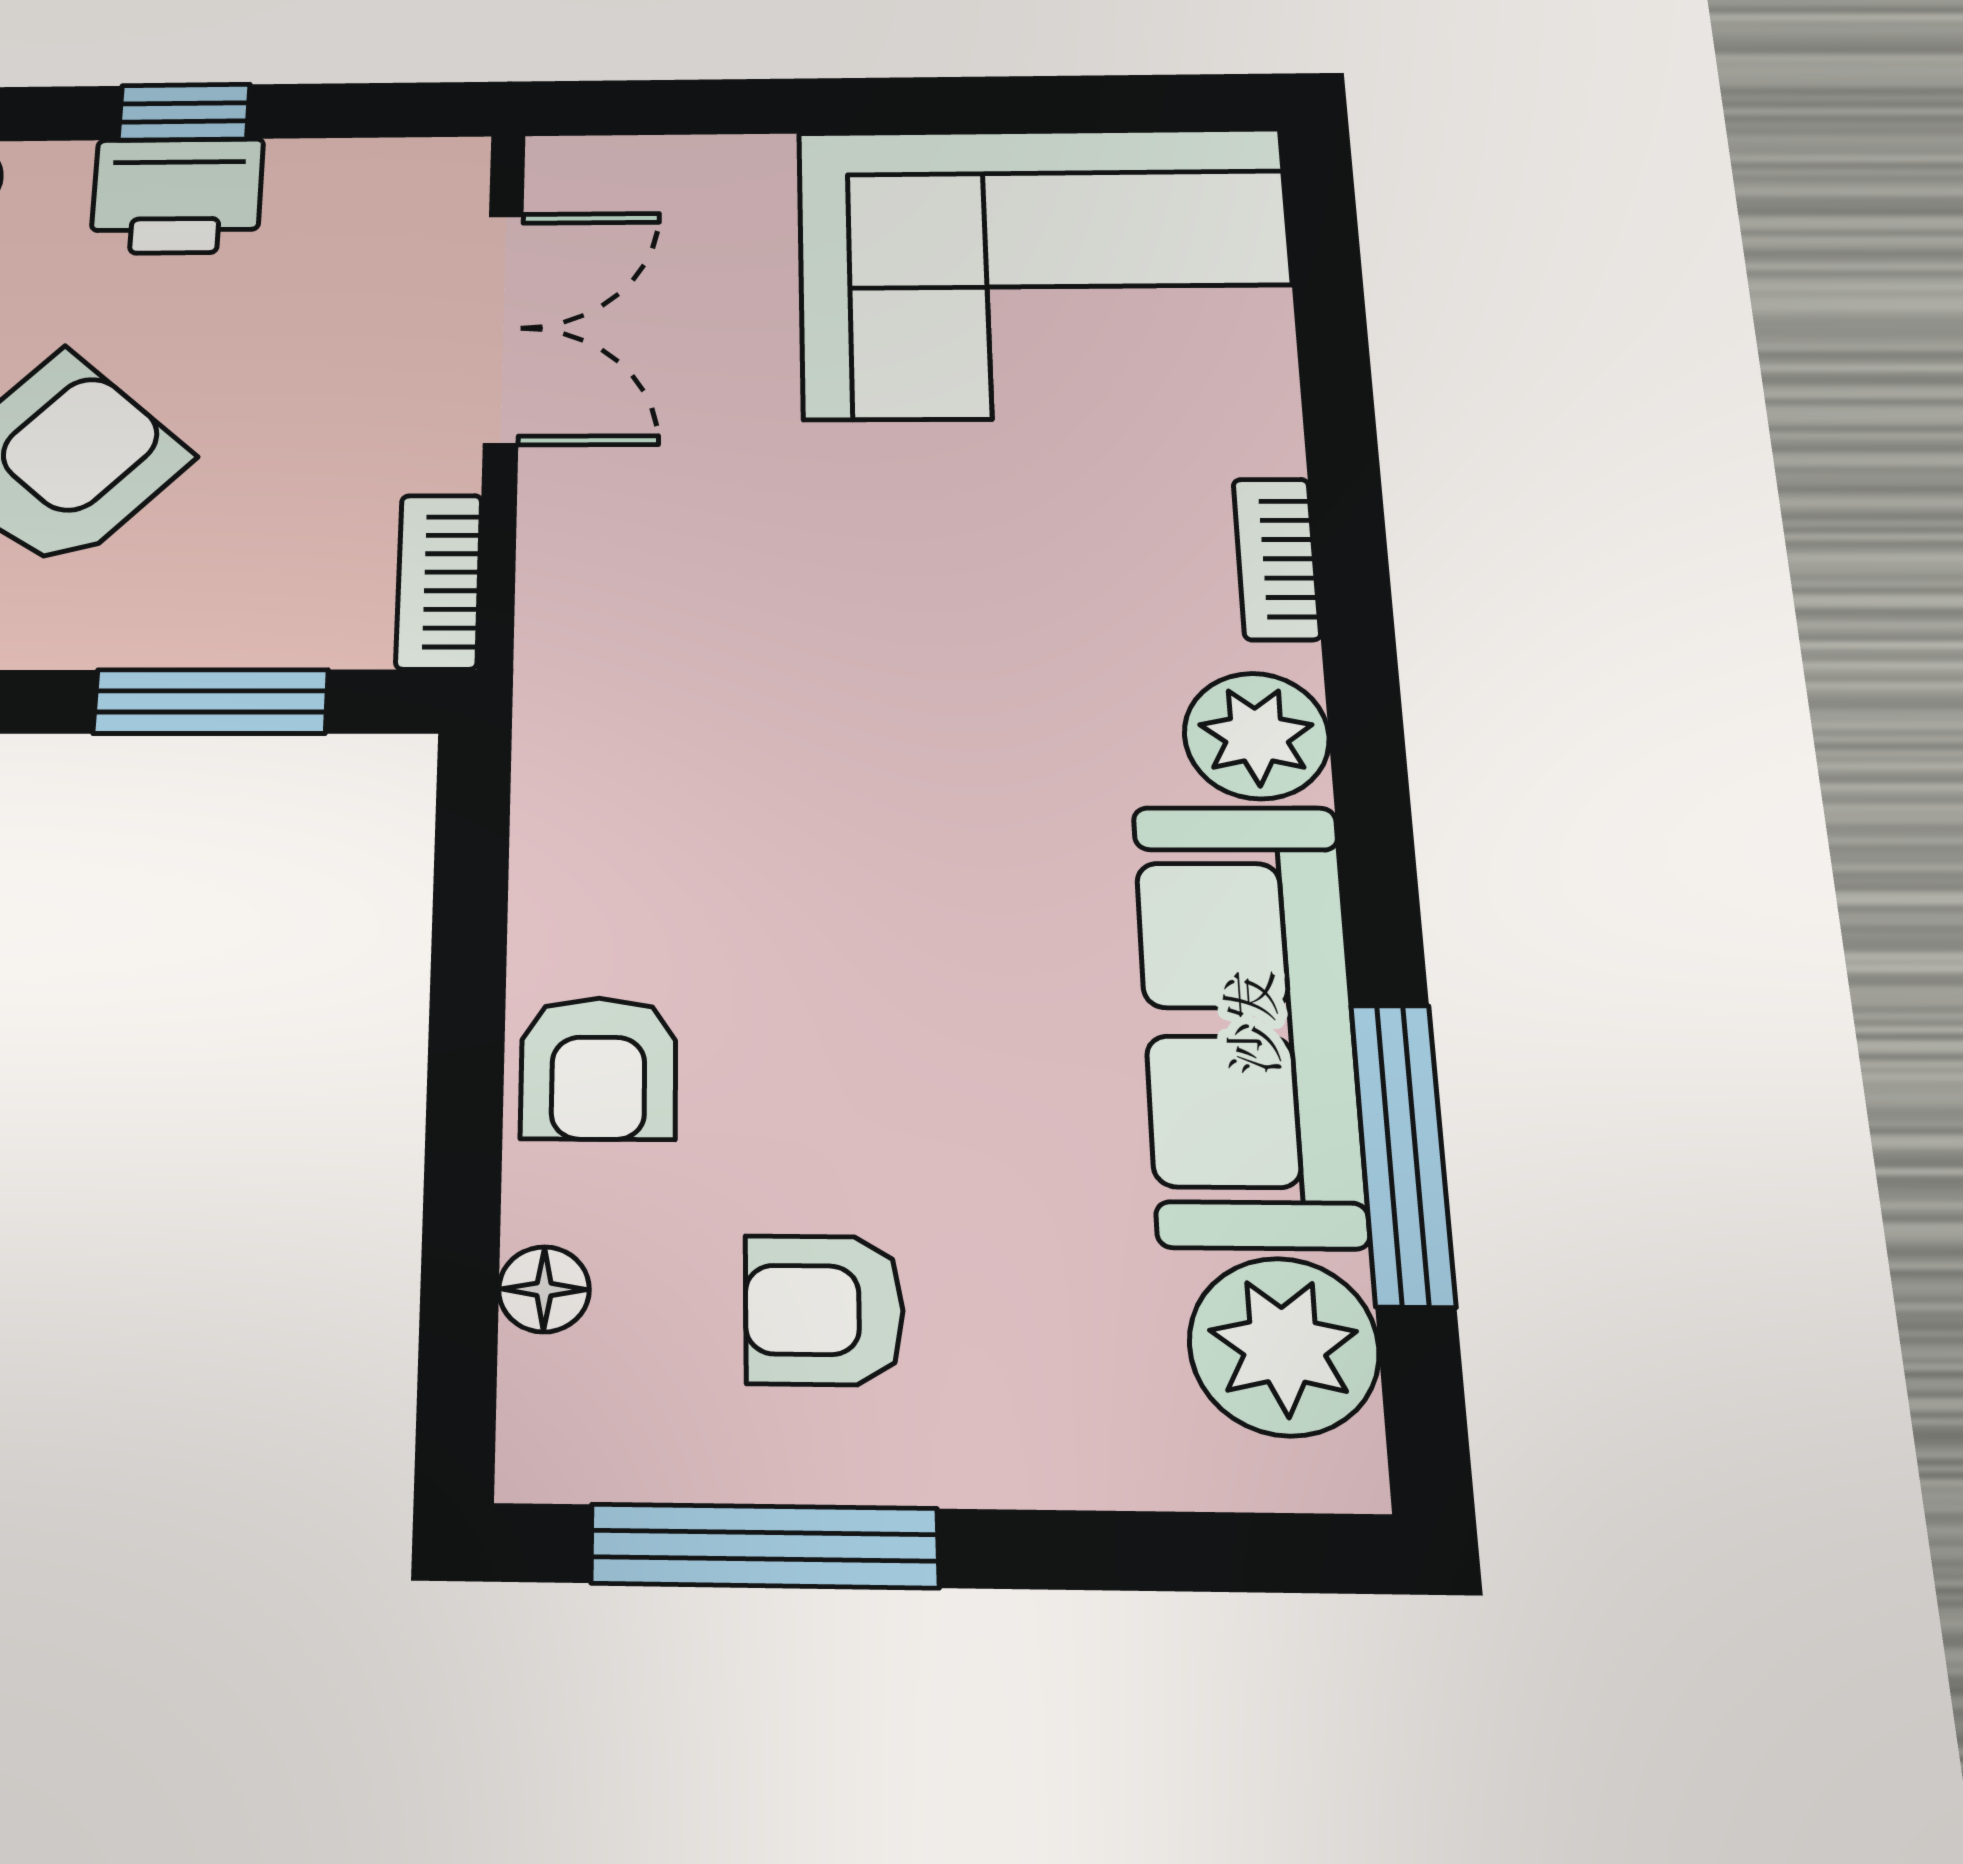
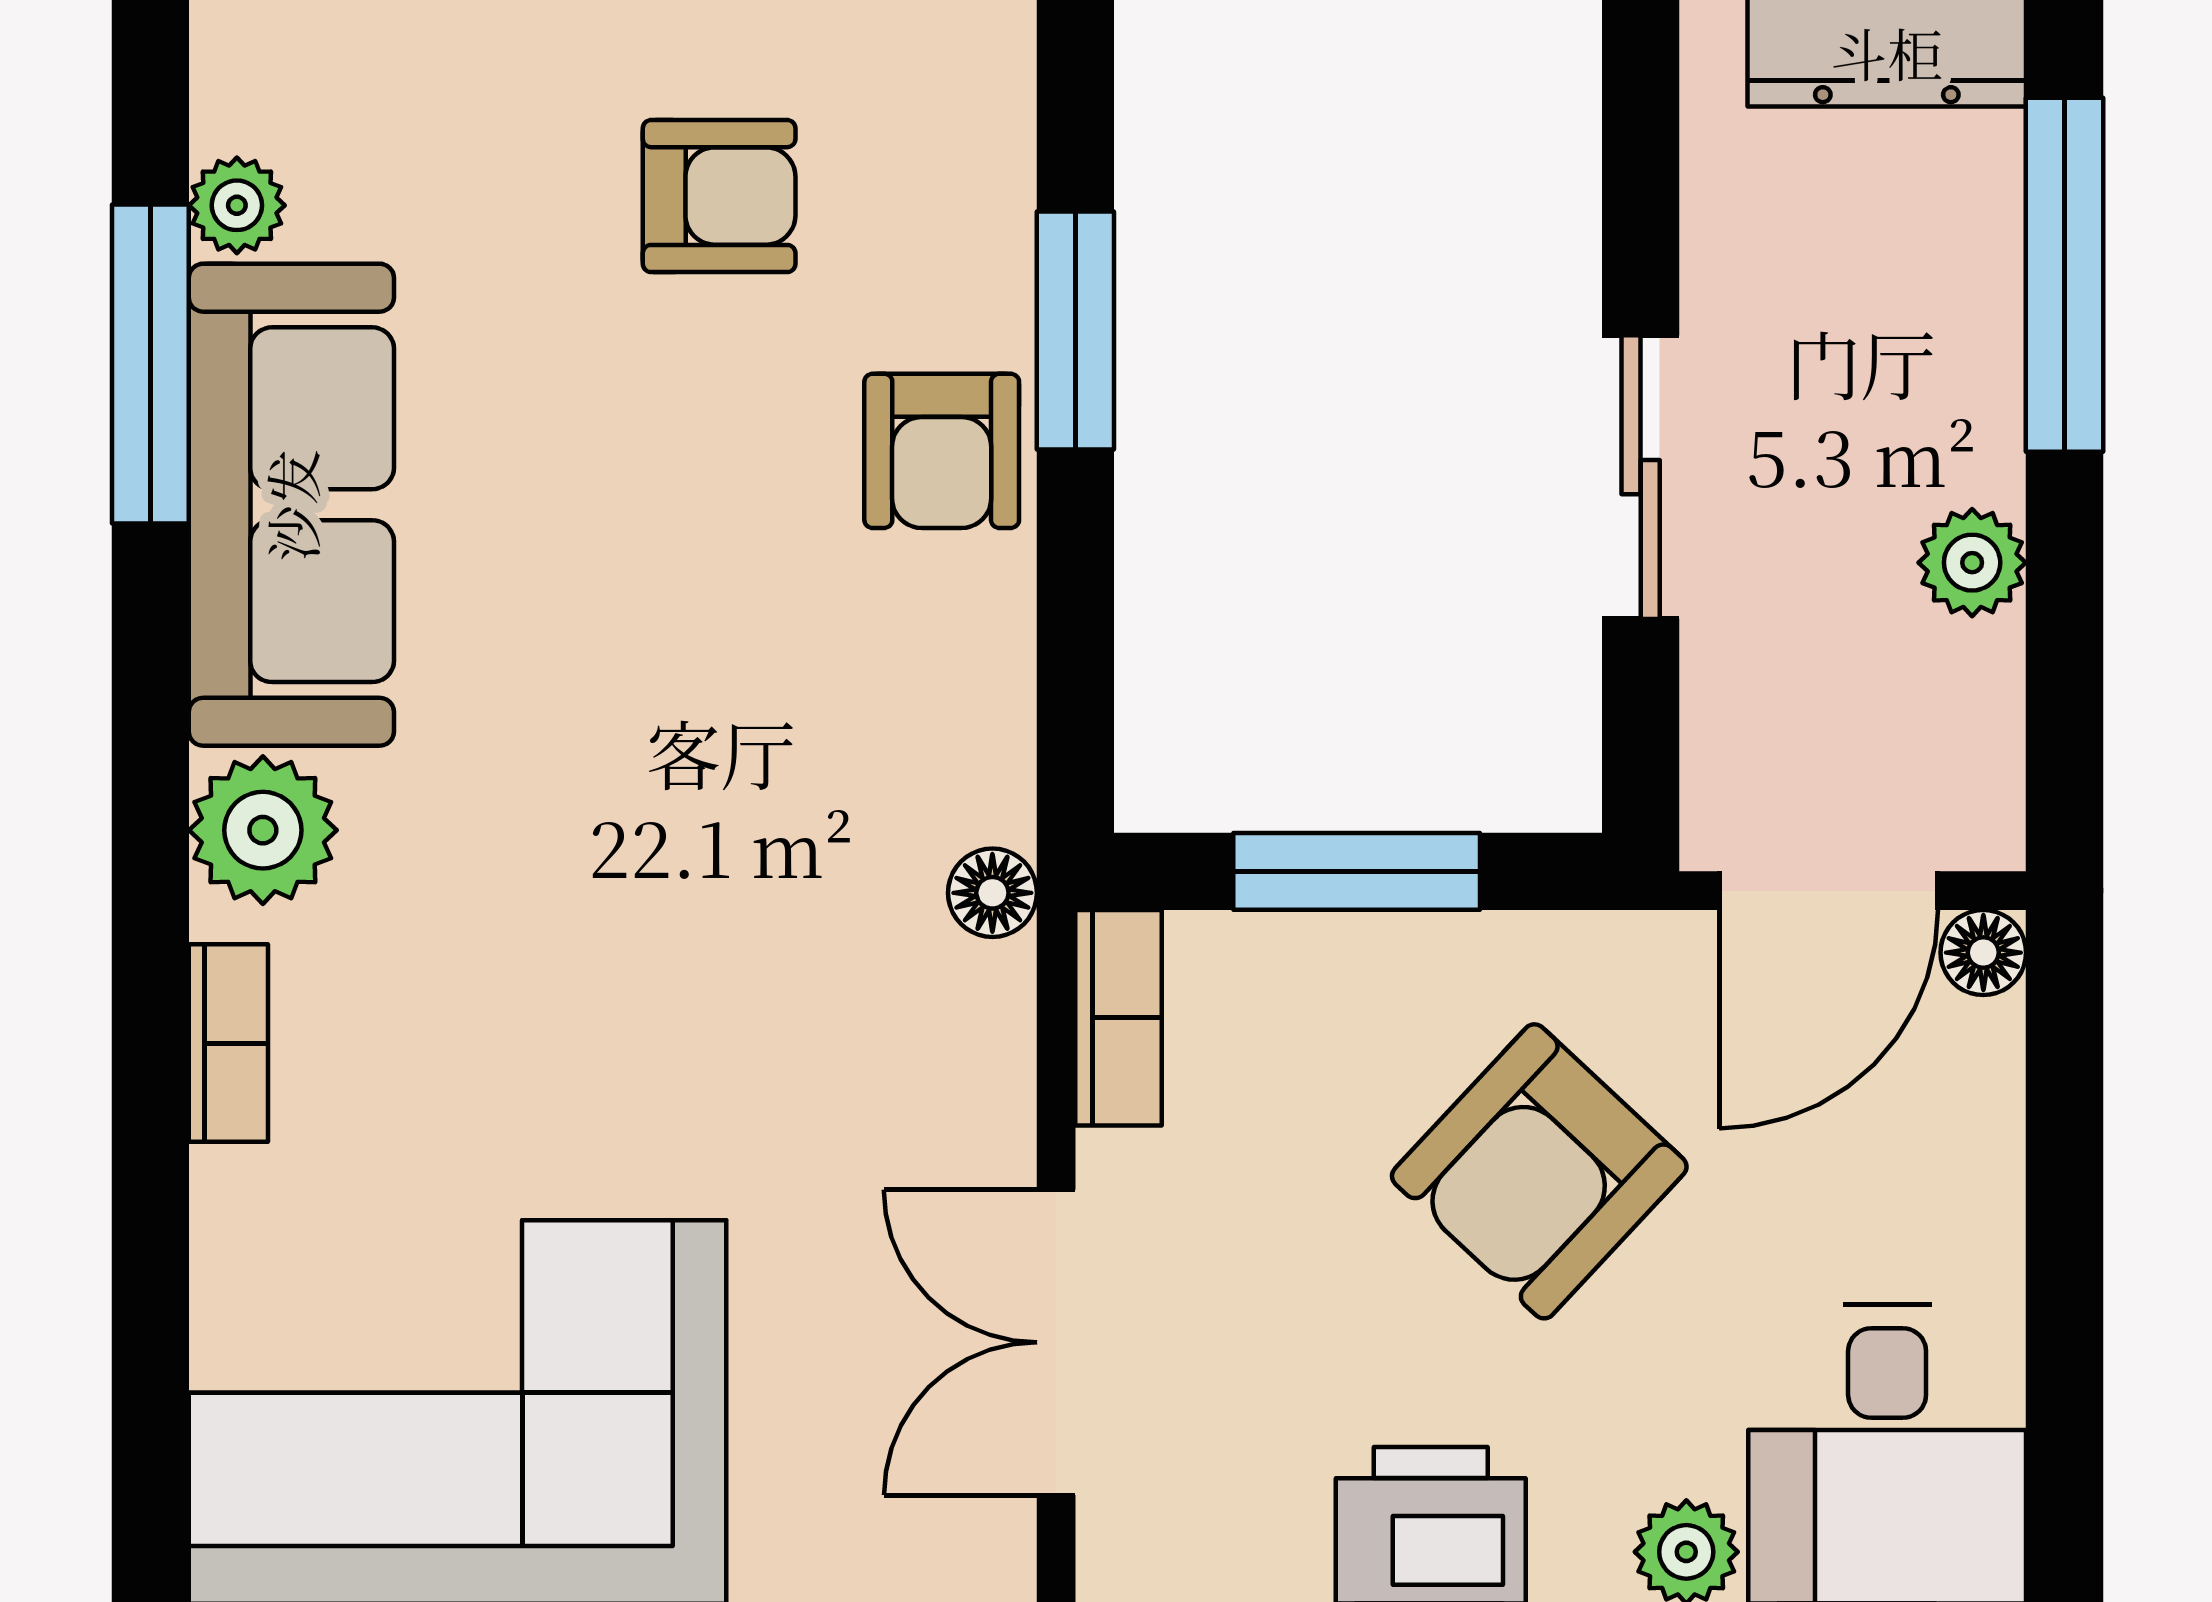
armchair: (598, 1068) -> (942, 451), turned 180
window: (463, 1179) -> (1075, 330), added
floor lamp: (544, 1289) -> (992, 893), moved
plant: (1284, 1347) -> (237, 205), width x0.53, depth x0.53

